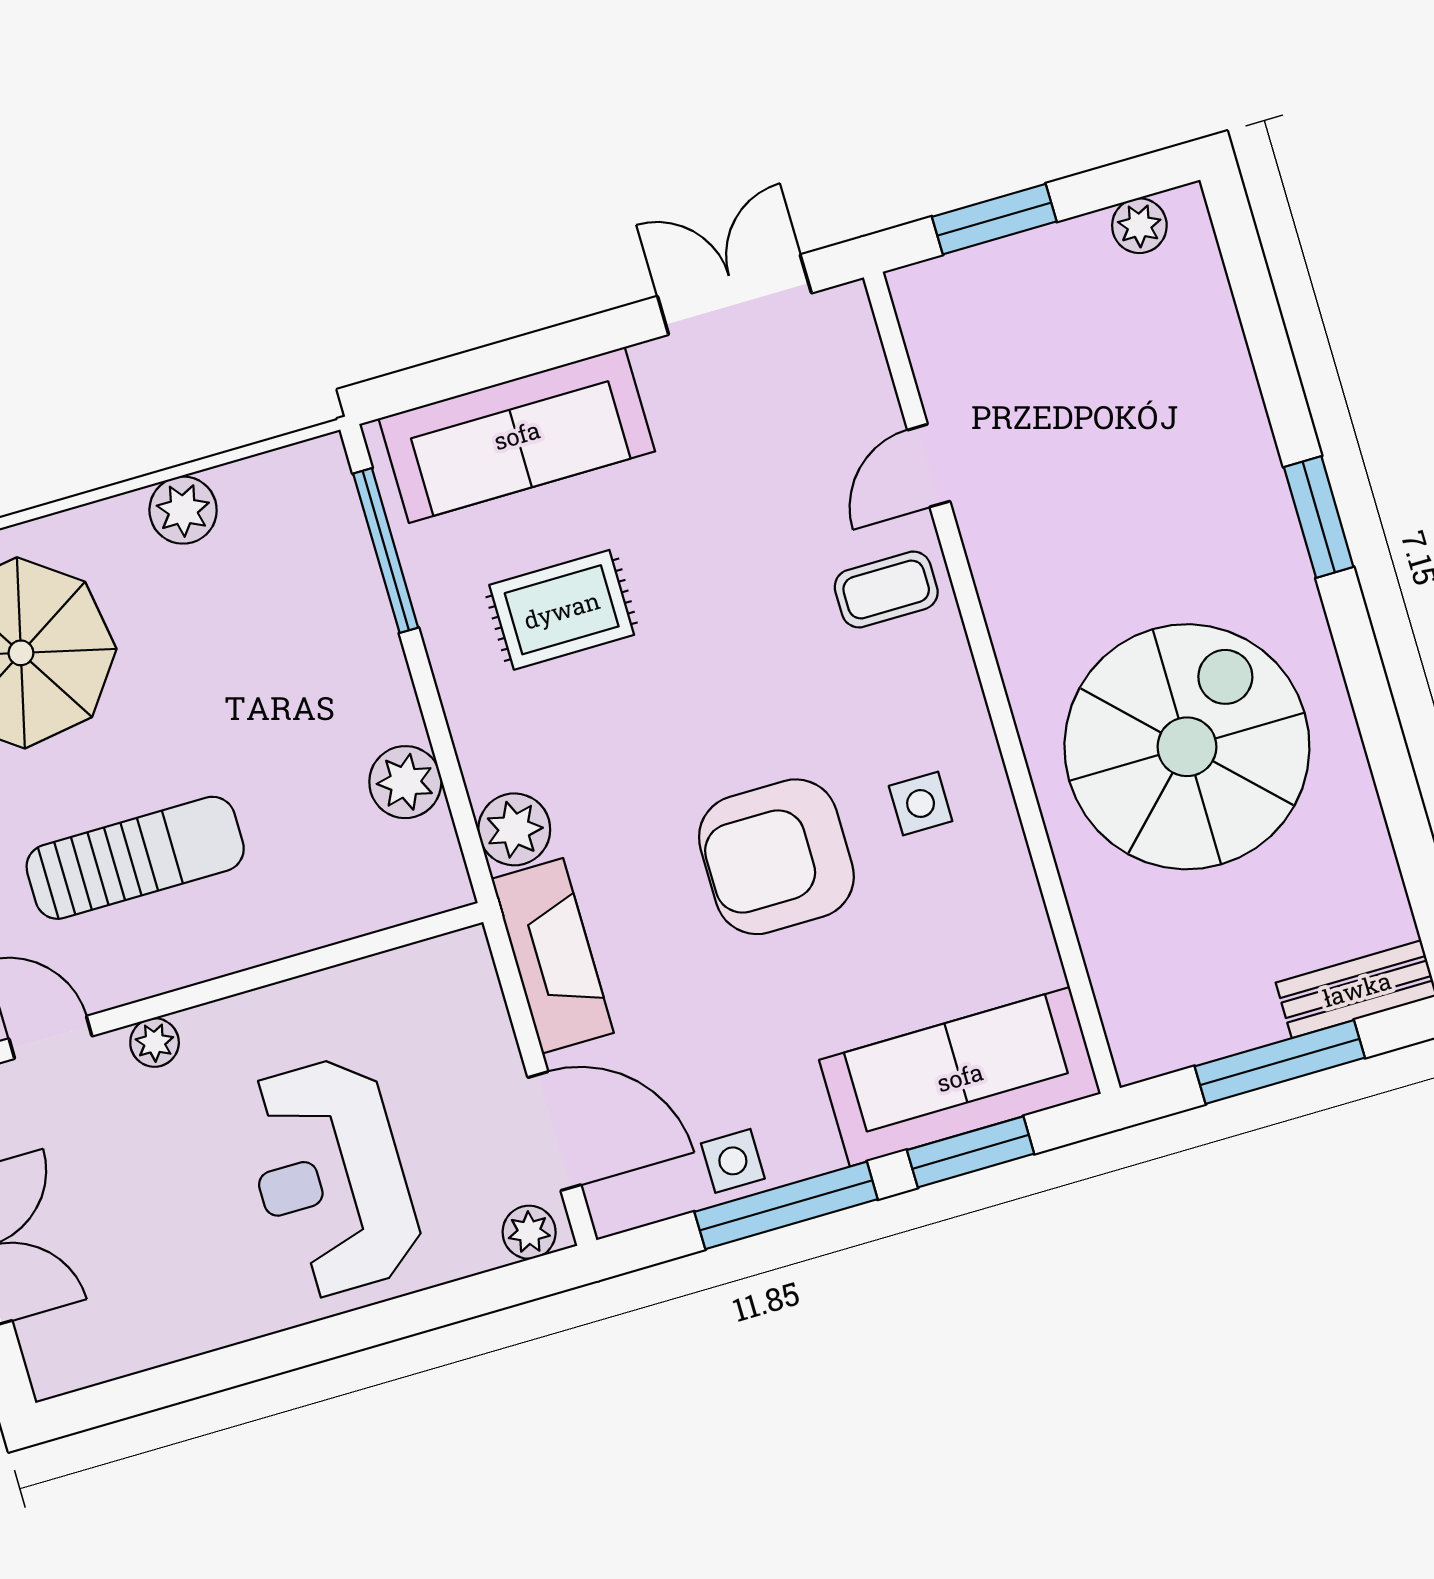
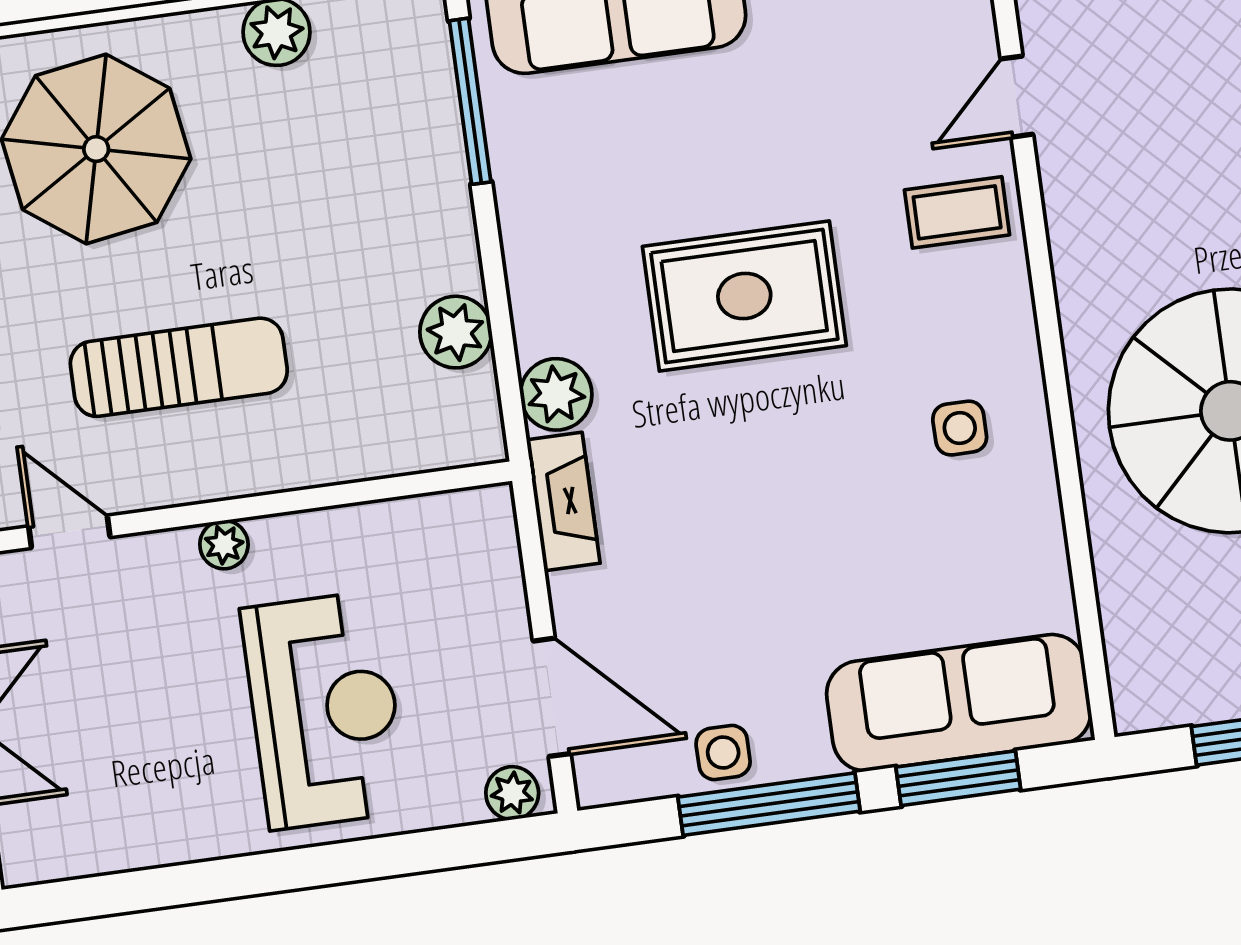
rug: (562, 610) -> (744, 296), moved, width x1.36, depth x1.43
armchair: (776, 857) -> (810, 459), removed
fireplace: (553, 956) -> (563, 502), width x0.73, depth x0.76
plant: (155, 1043) -> (224, 545), moved
reception desk: (330, 1177) -> (325, 710), turned 180

